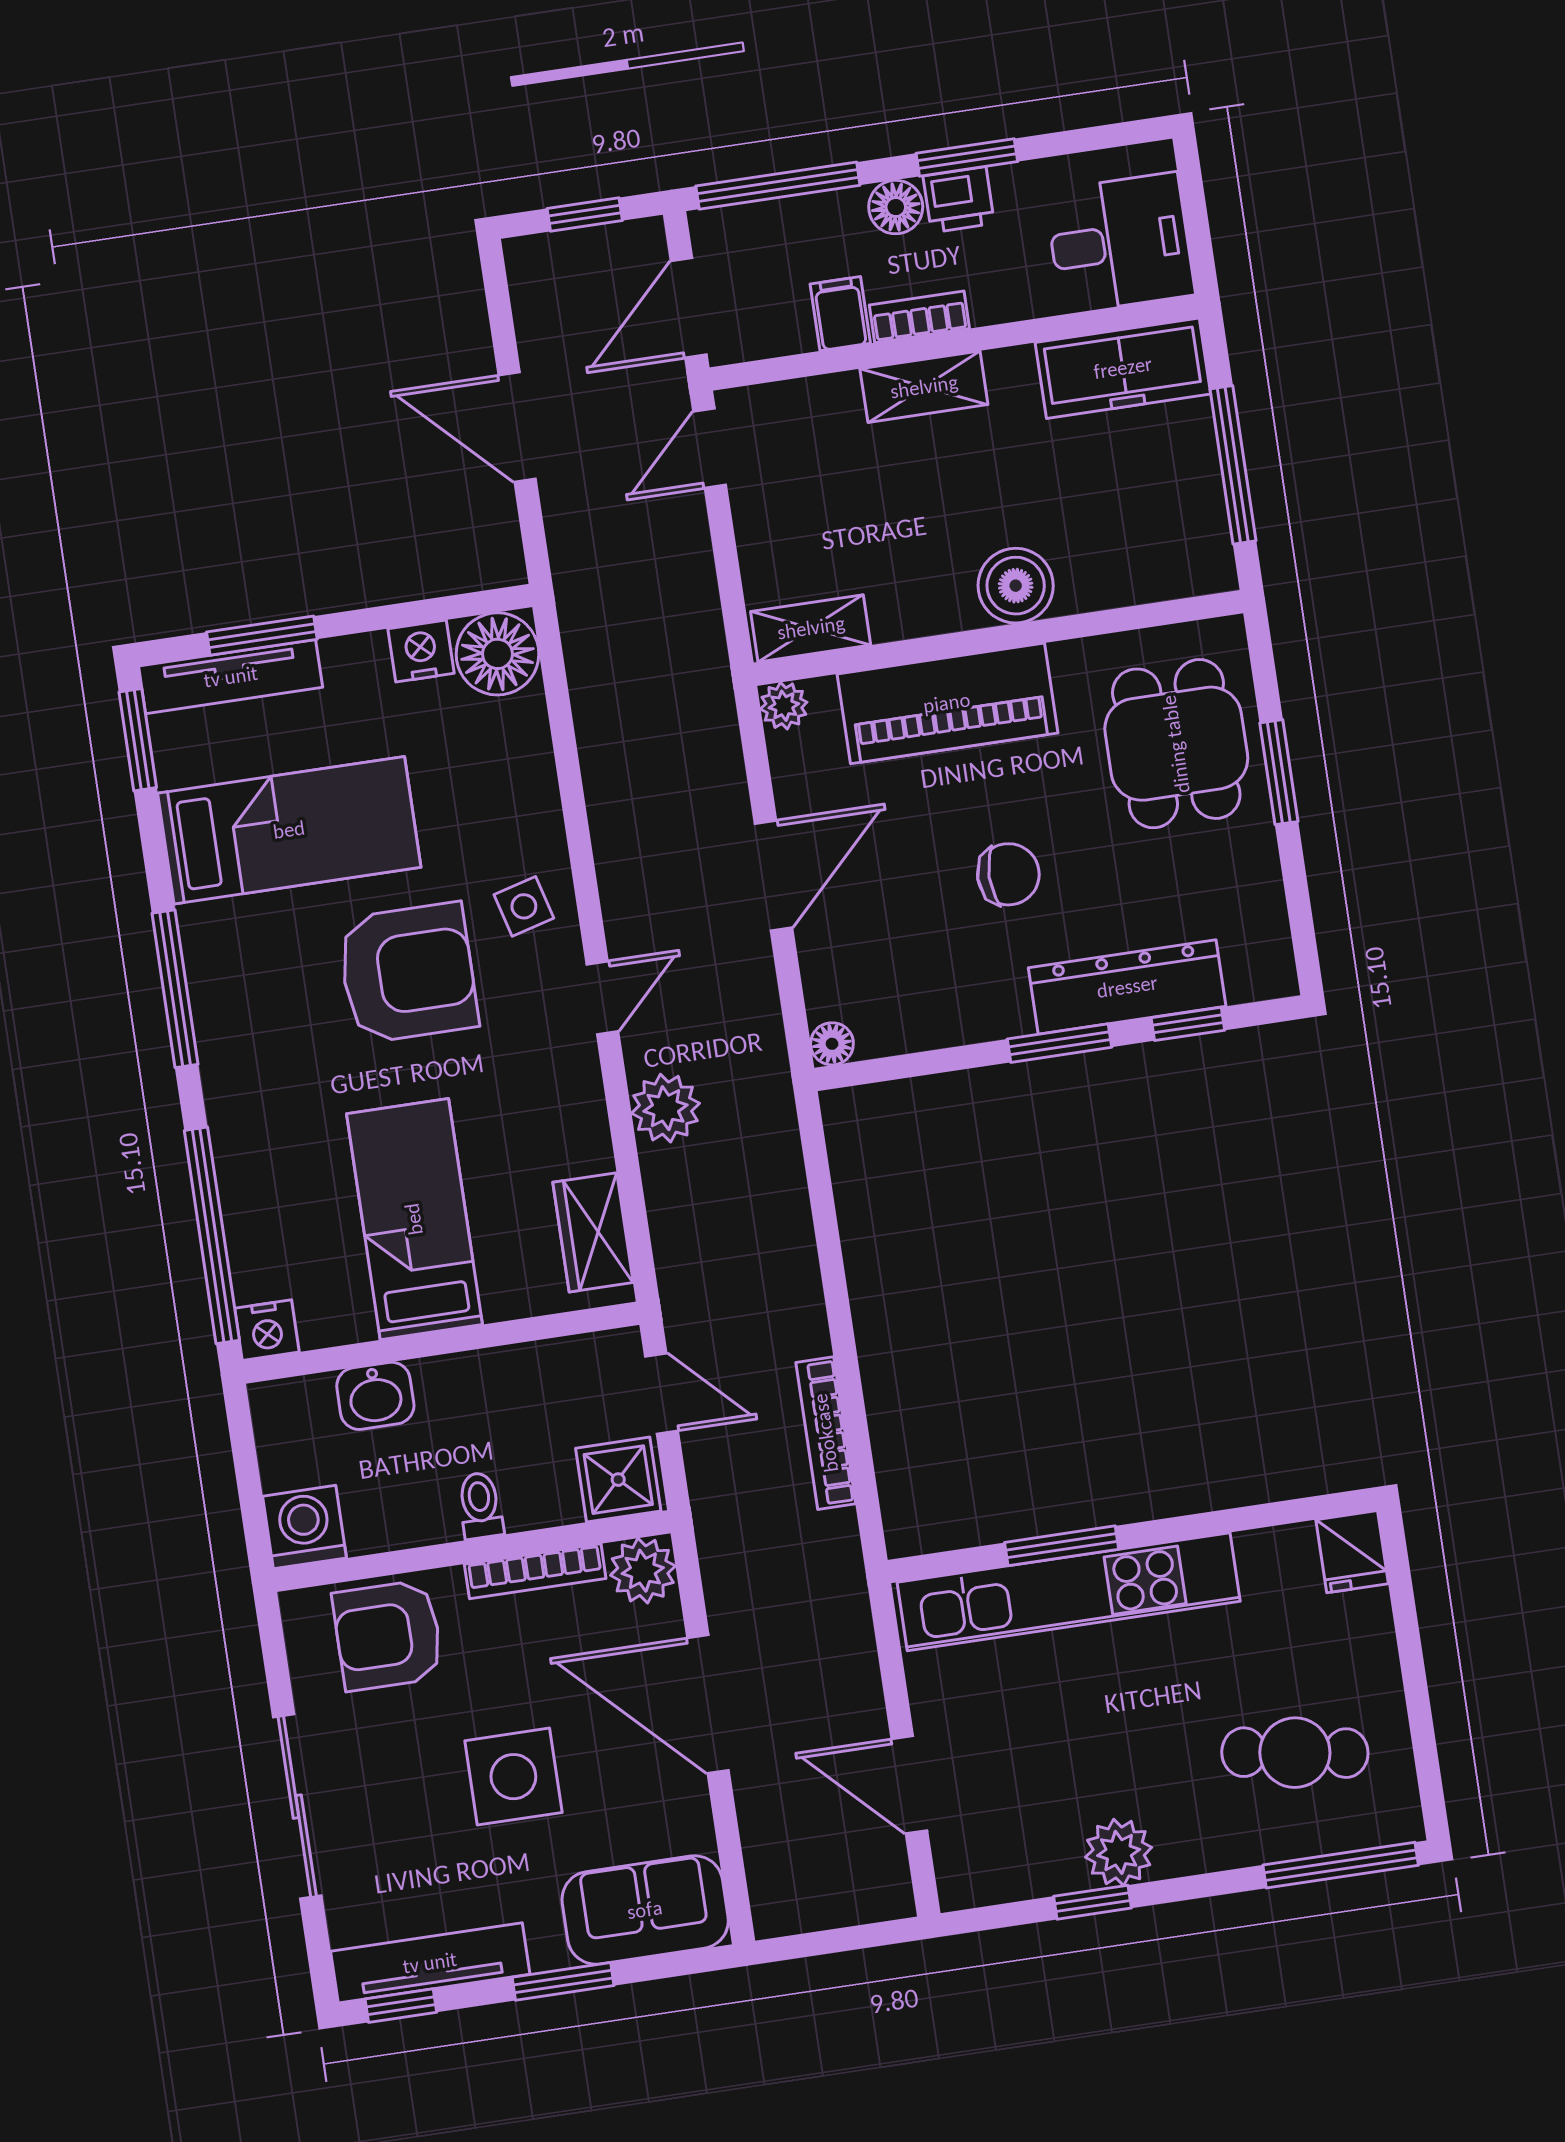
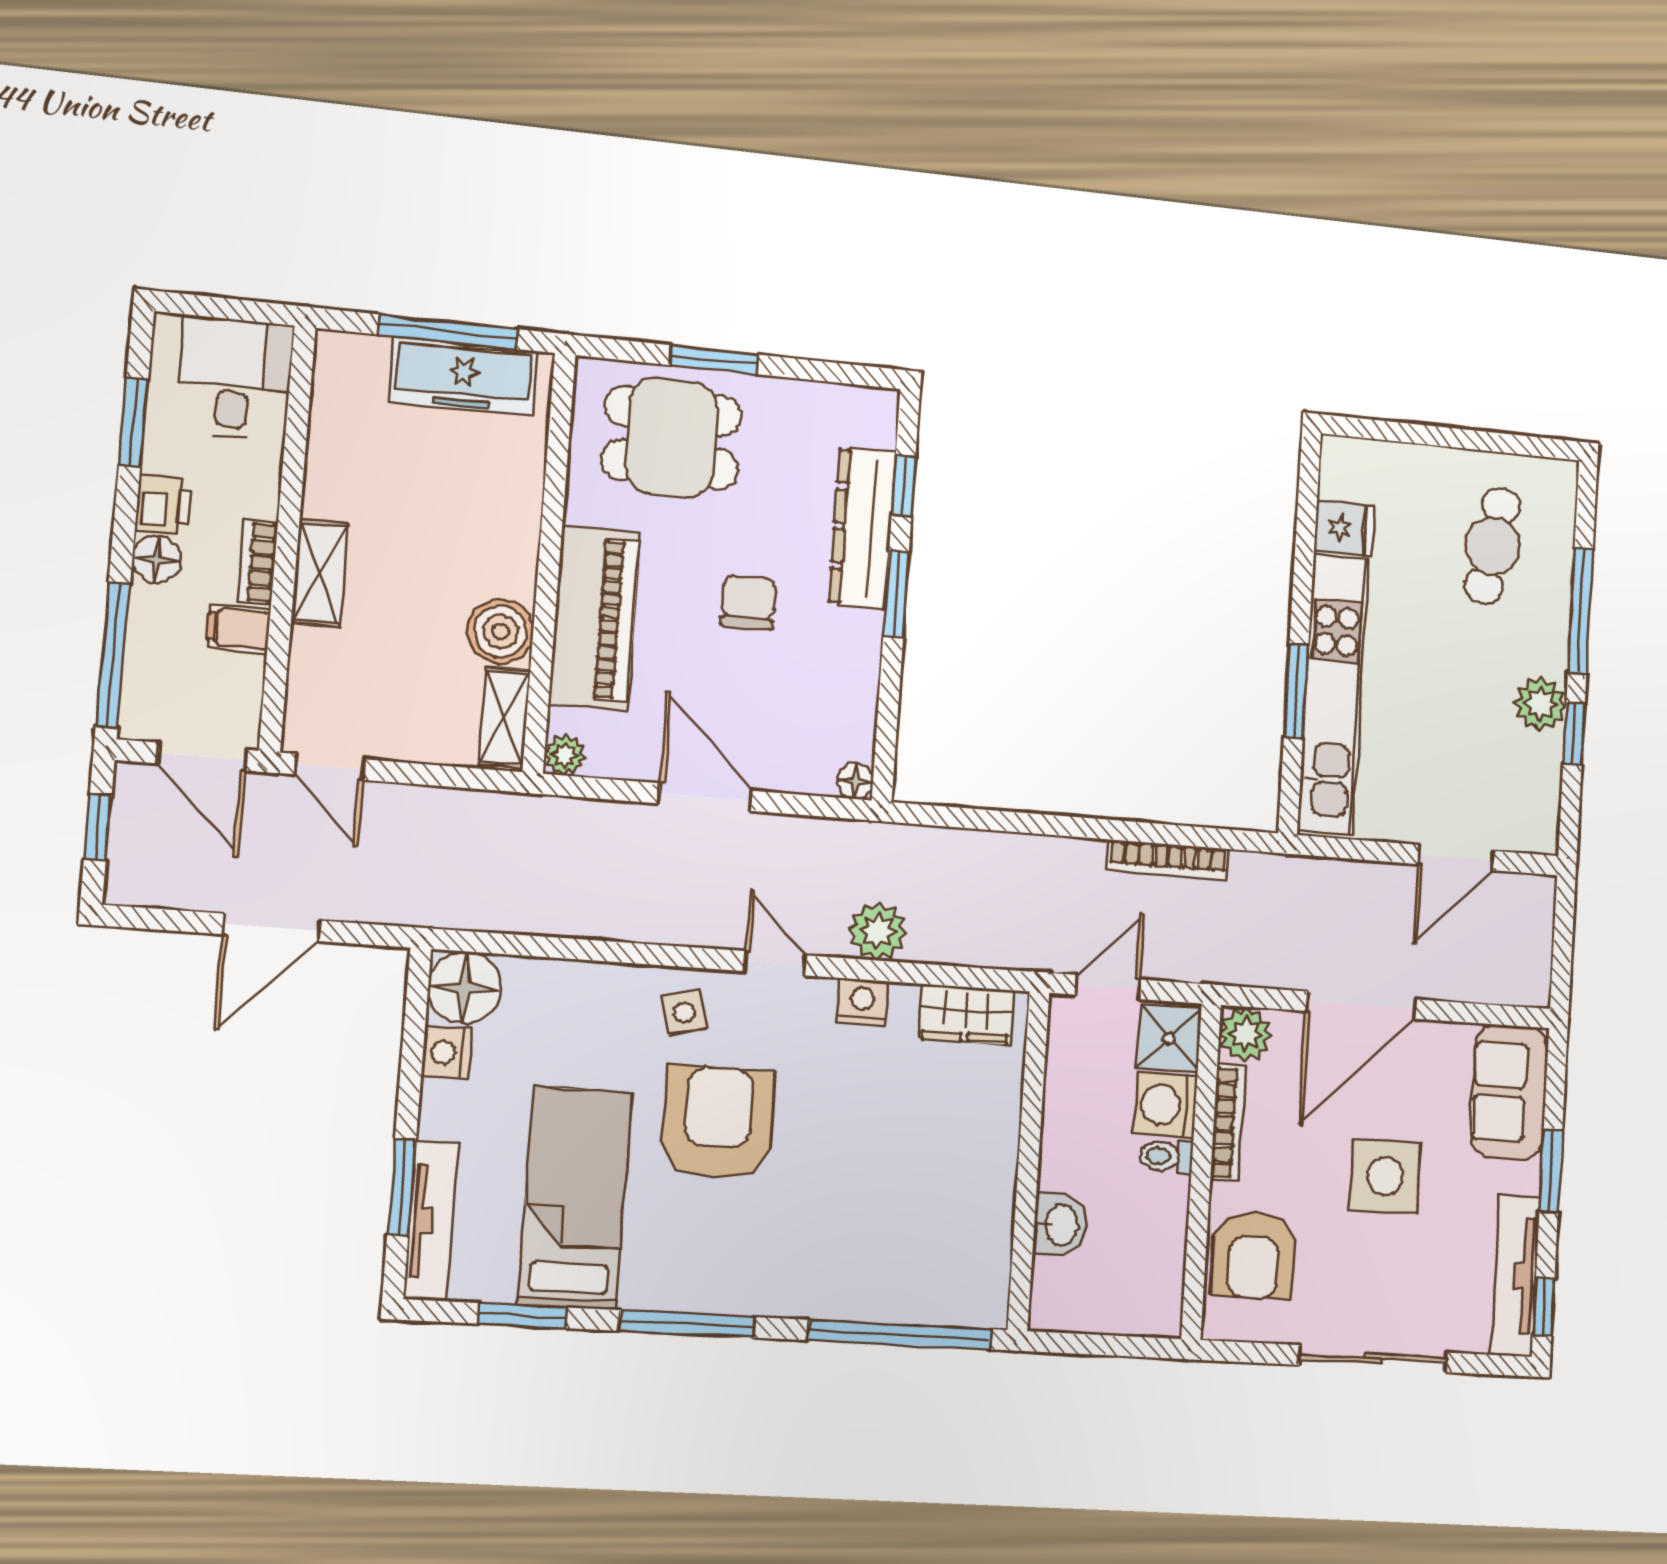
window: (967, 157) -> (133, 422), moved
freezer: (1123, 368) -> (463, 376), moved, turned 90
boiler: (1016, 586) -> (501, 631), moved
window: (138, 740) -> (523, 1316), moved
bed: (414, 1219) -> (923, 1161), removed
nightstand: (267, 1330) -> (862, 1002), moved, turned -90
washing machine: (304, 1527) -> (1166, 1105), moved
fridge: (1352, 1552) -> (1344, 528), moved
window: (1341, 1865) -> (1580, 611), moved

